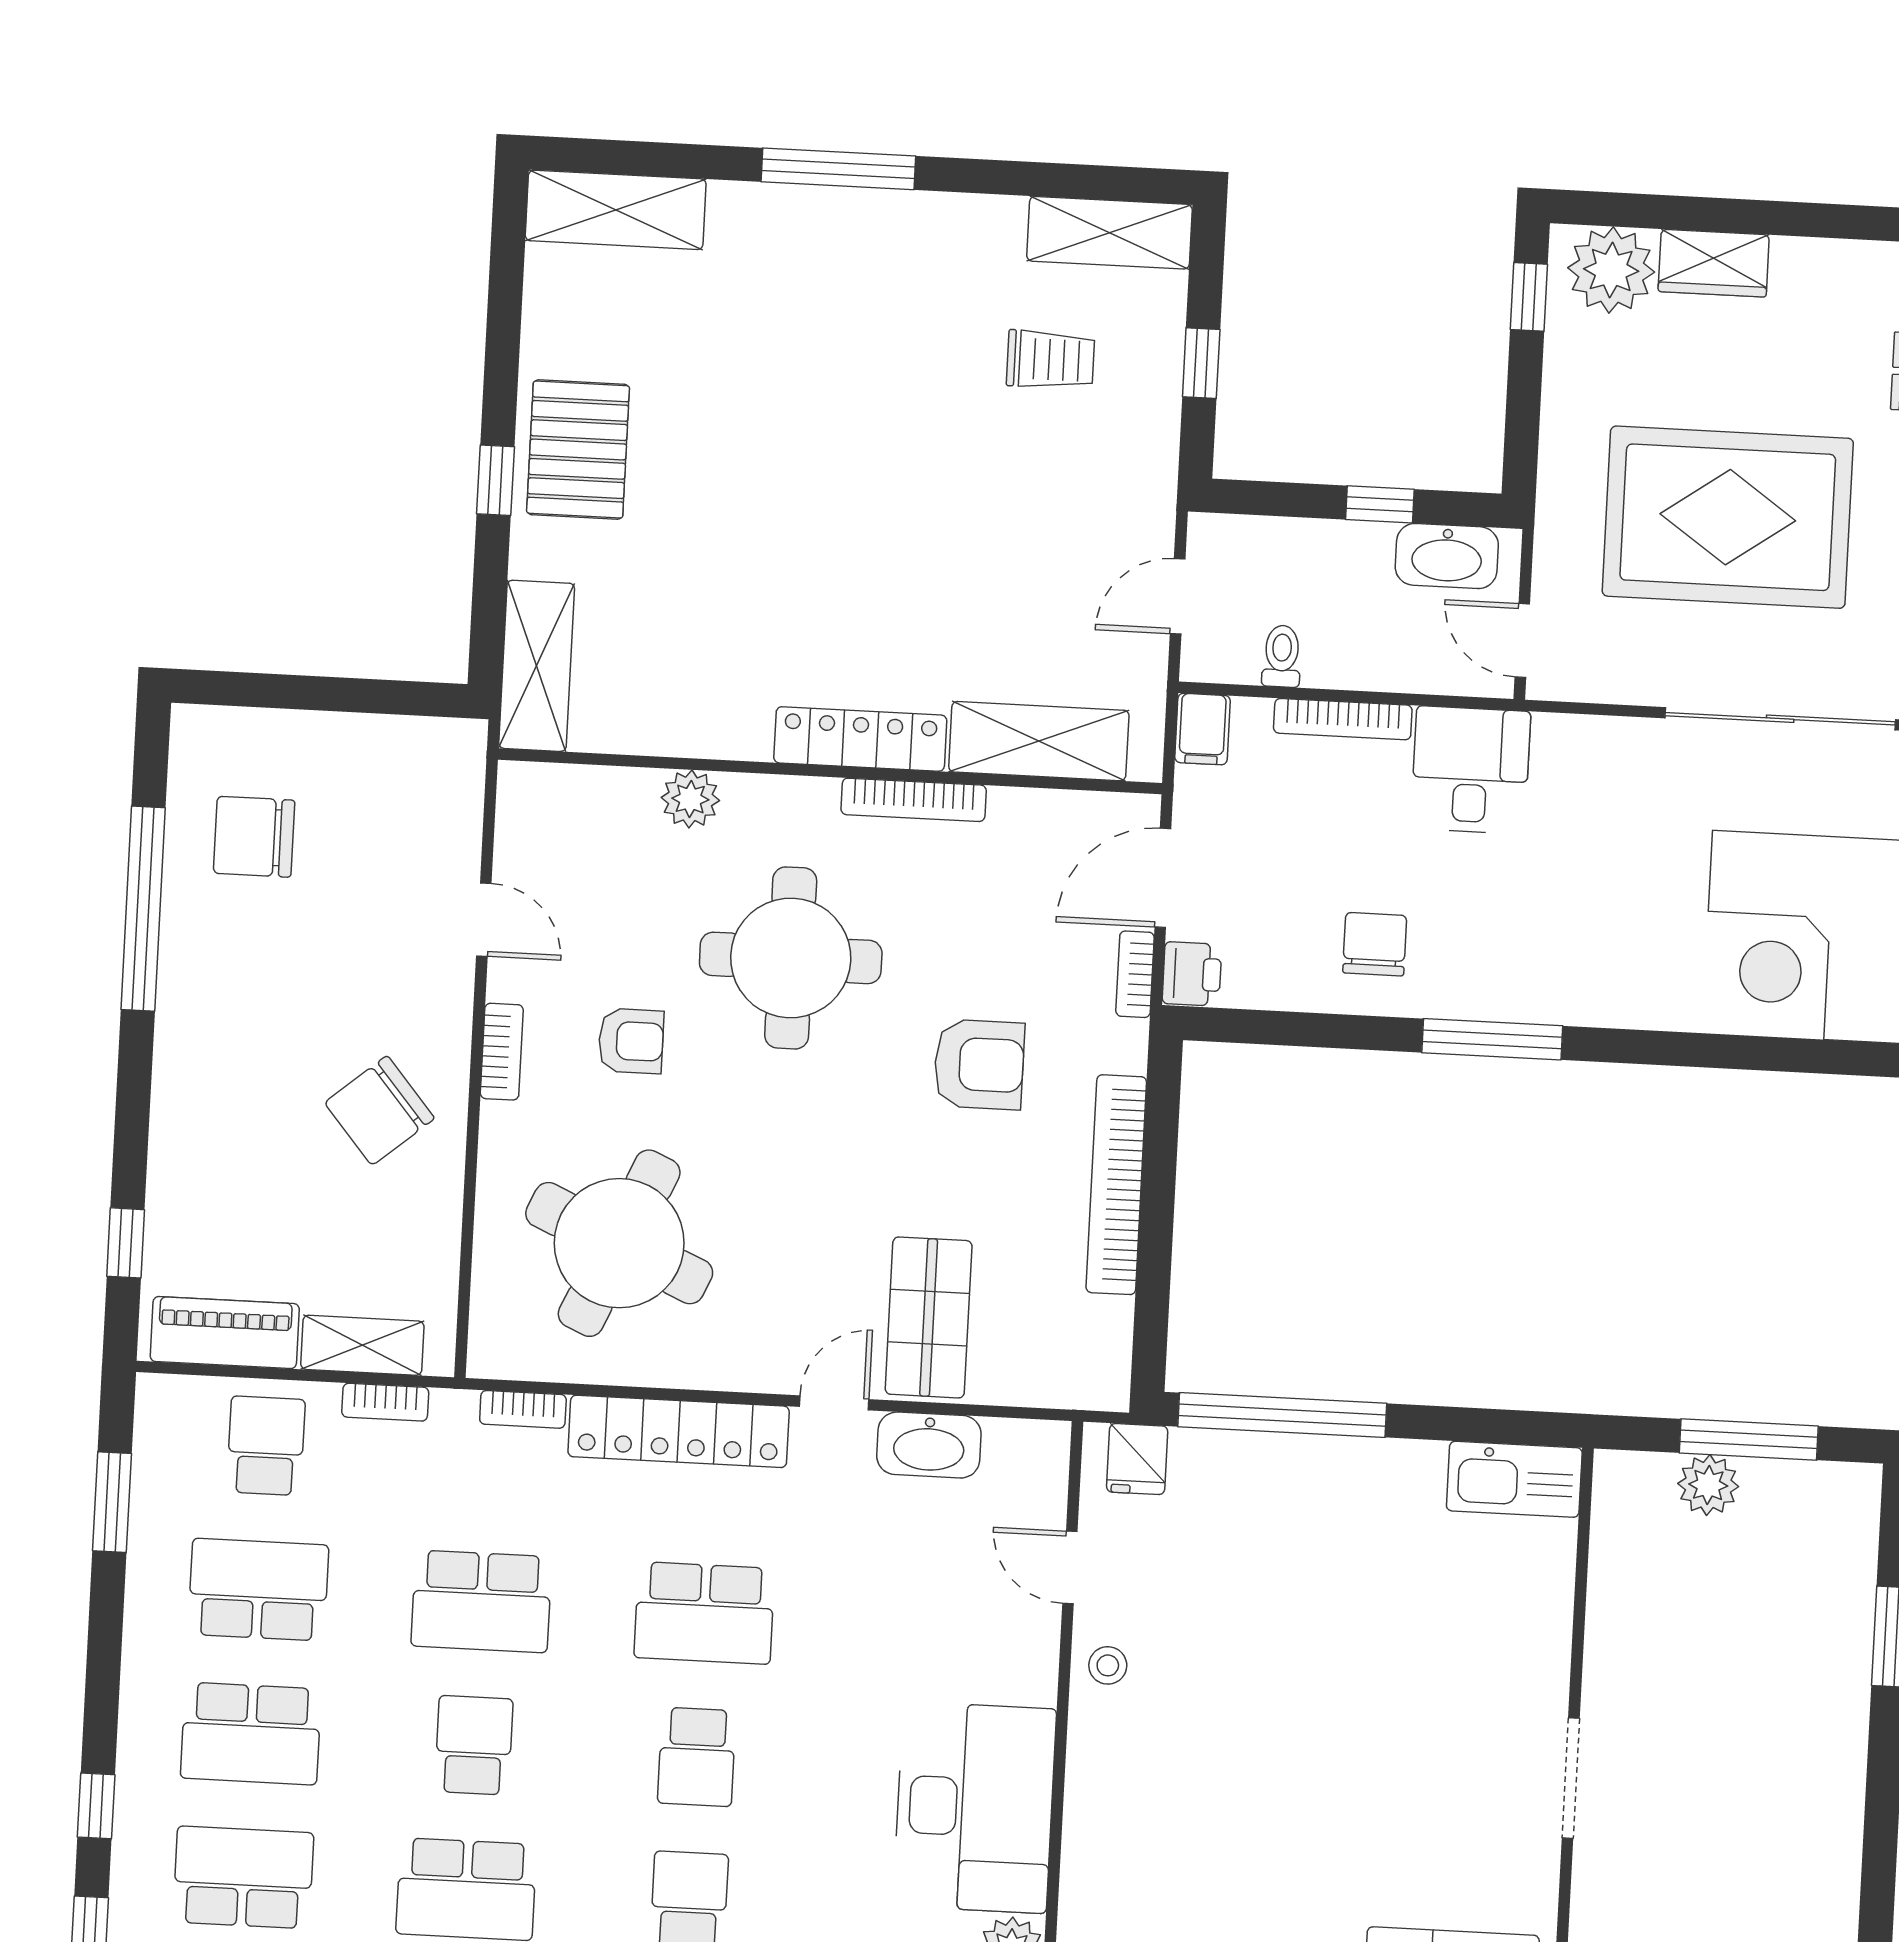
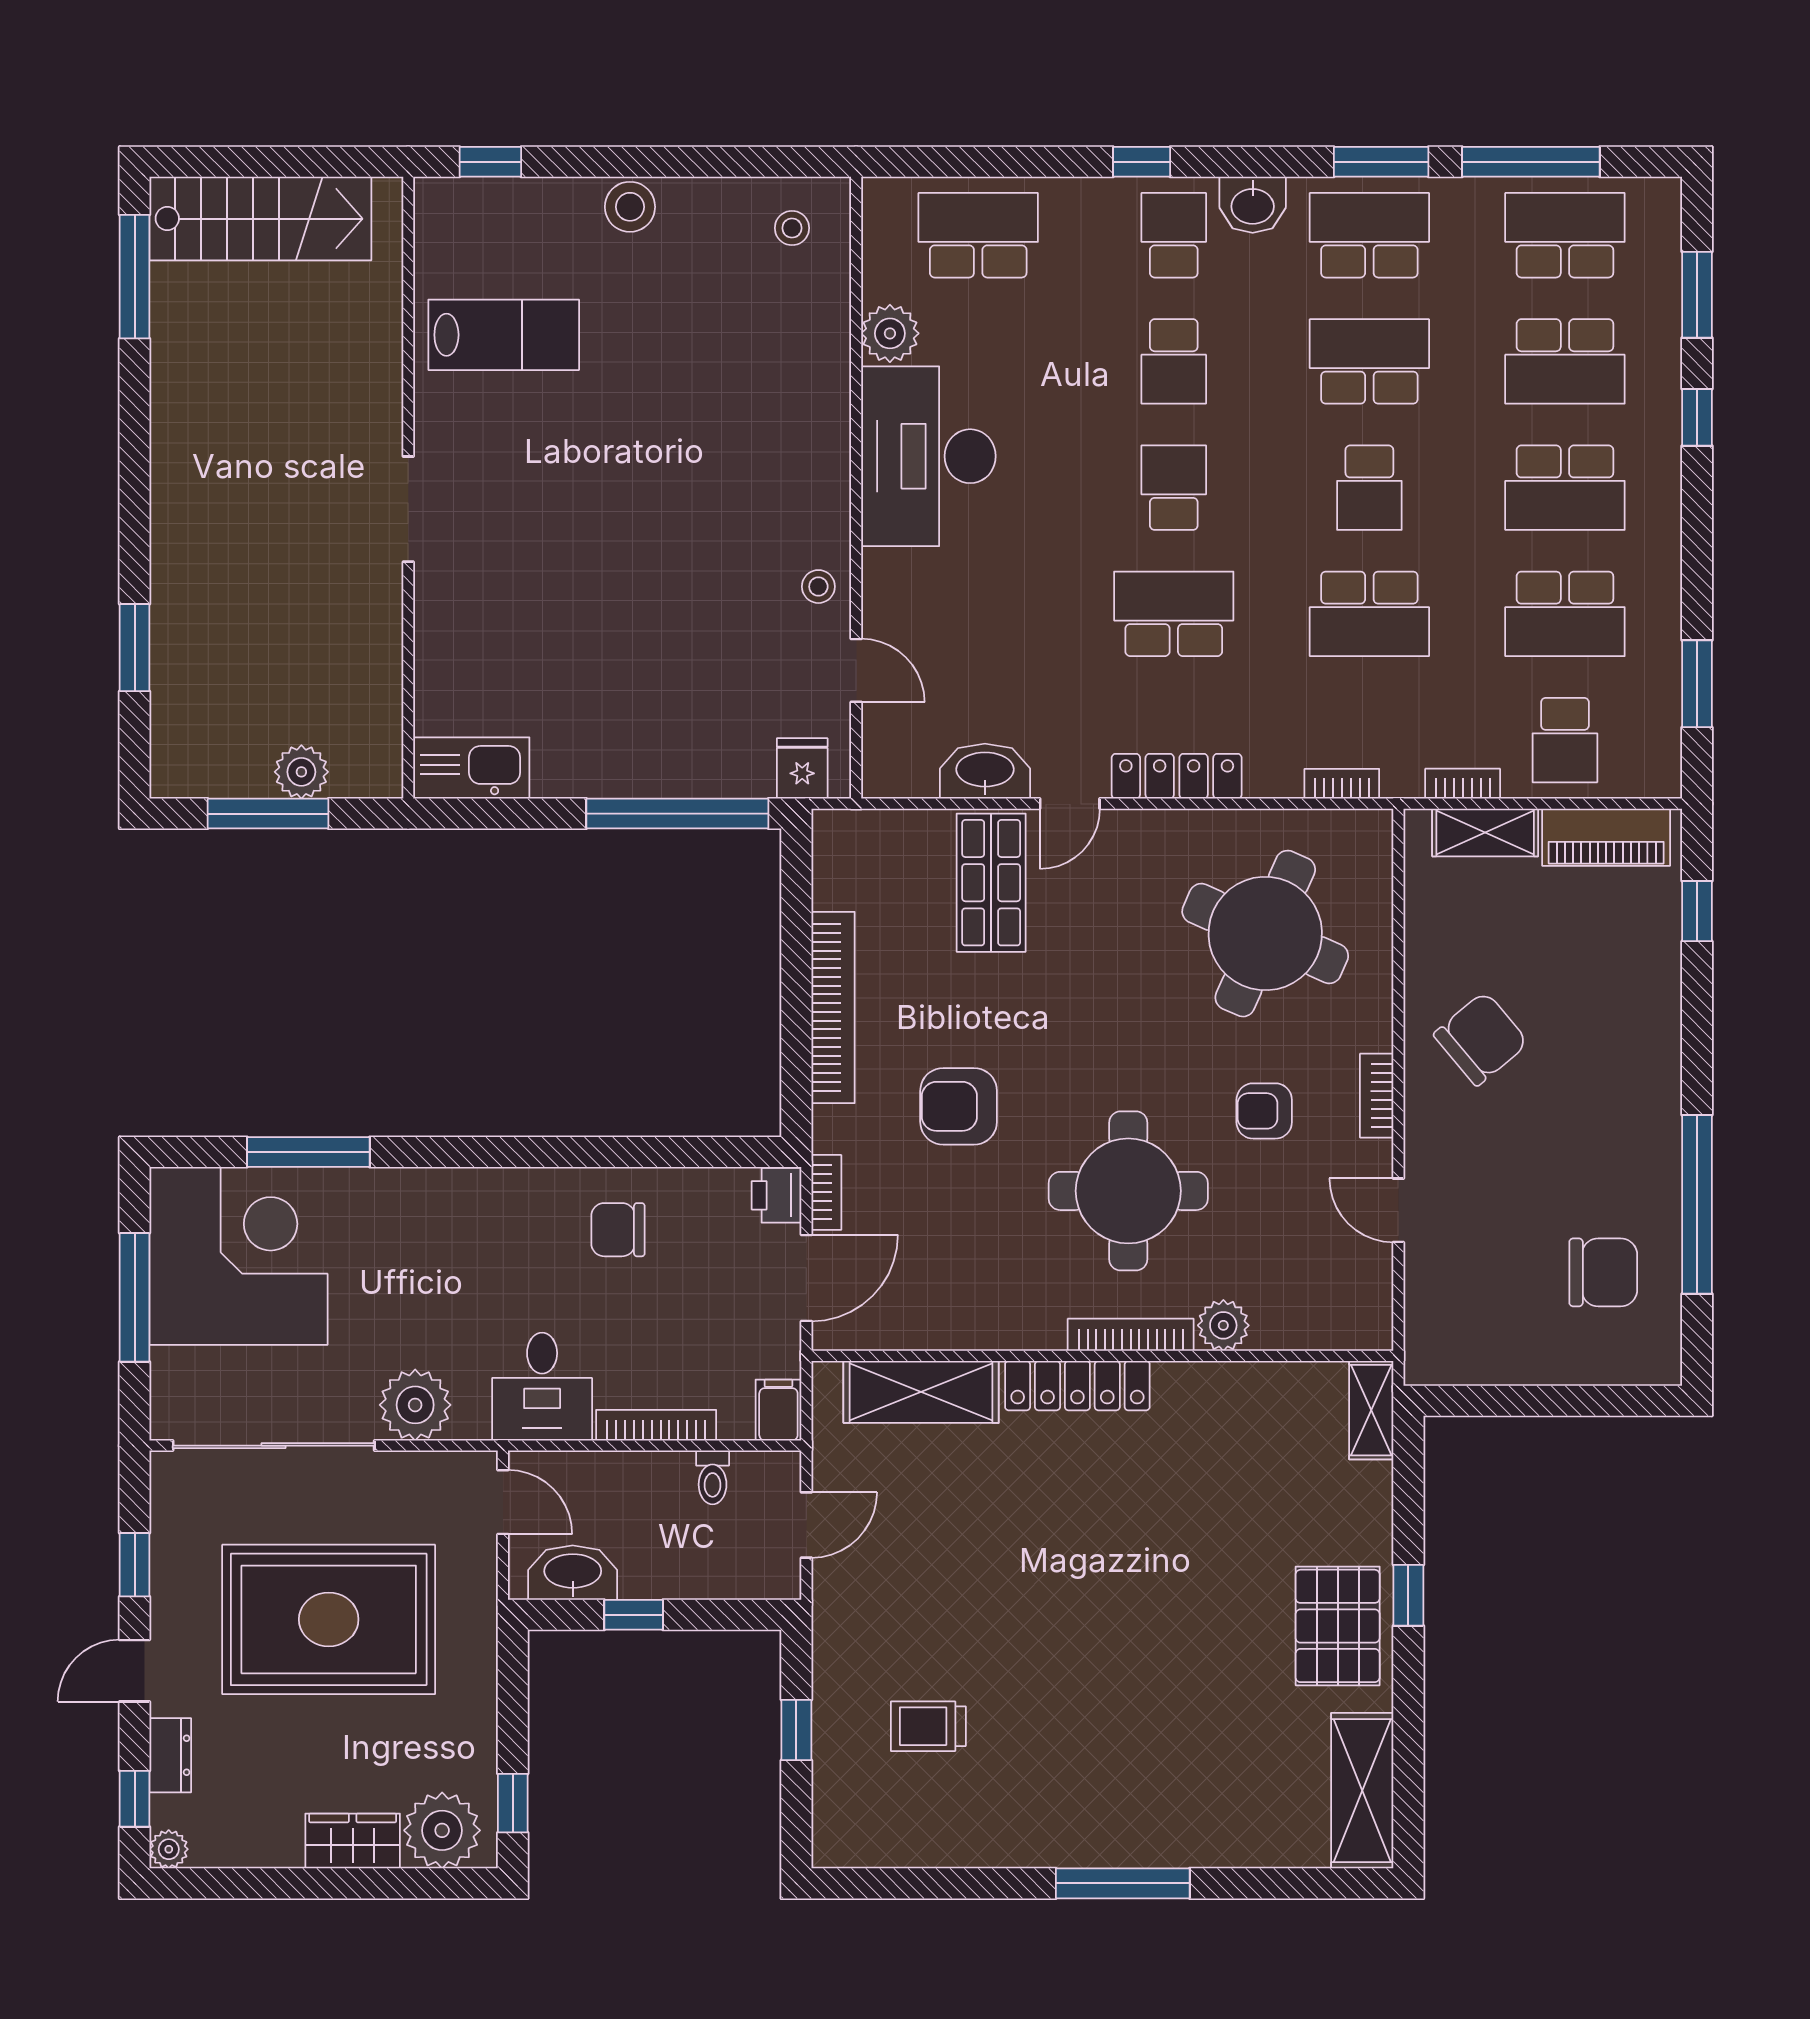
shelving: (616, 210) -> (1362, 1791), moved, turned 90
shelving: (1110, 233) -> (883, 1840), removed
shelving: (537, 666) -> (1371, 1410), width x0.67, depth x0.75
plant: (1616, 757) -> (415, 1405), added
bookcase: (914, 800) -> (1131, 1335), moved
chair: (1375, 944) -> (618, 1230), turned 90
window: (1492, 1039) -> (308, 1152), moved
locker: (679, 1431) -> (1177, 776), width x0.71, depth x0.83
school desk: (481, 1601) -> (1369, 614), turned 180
school desk: (251, 1734) -> (1565, 488), turned 180

